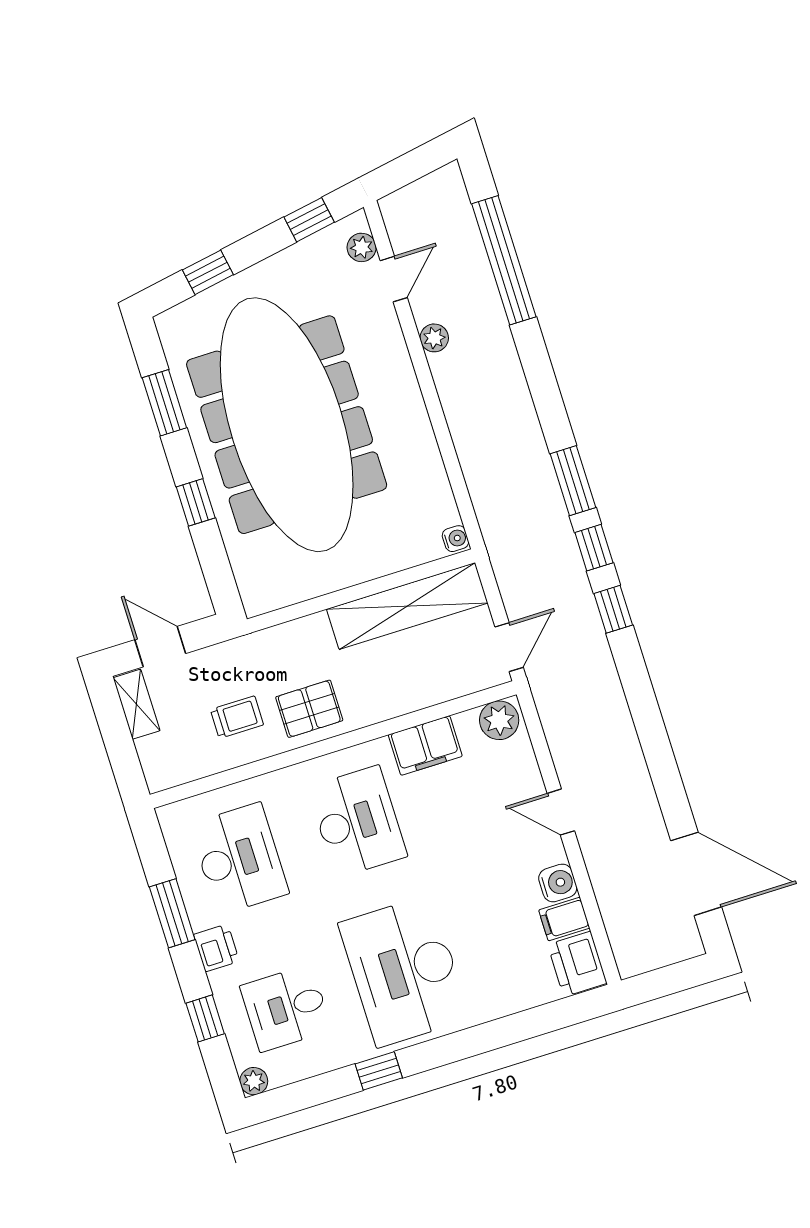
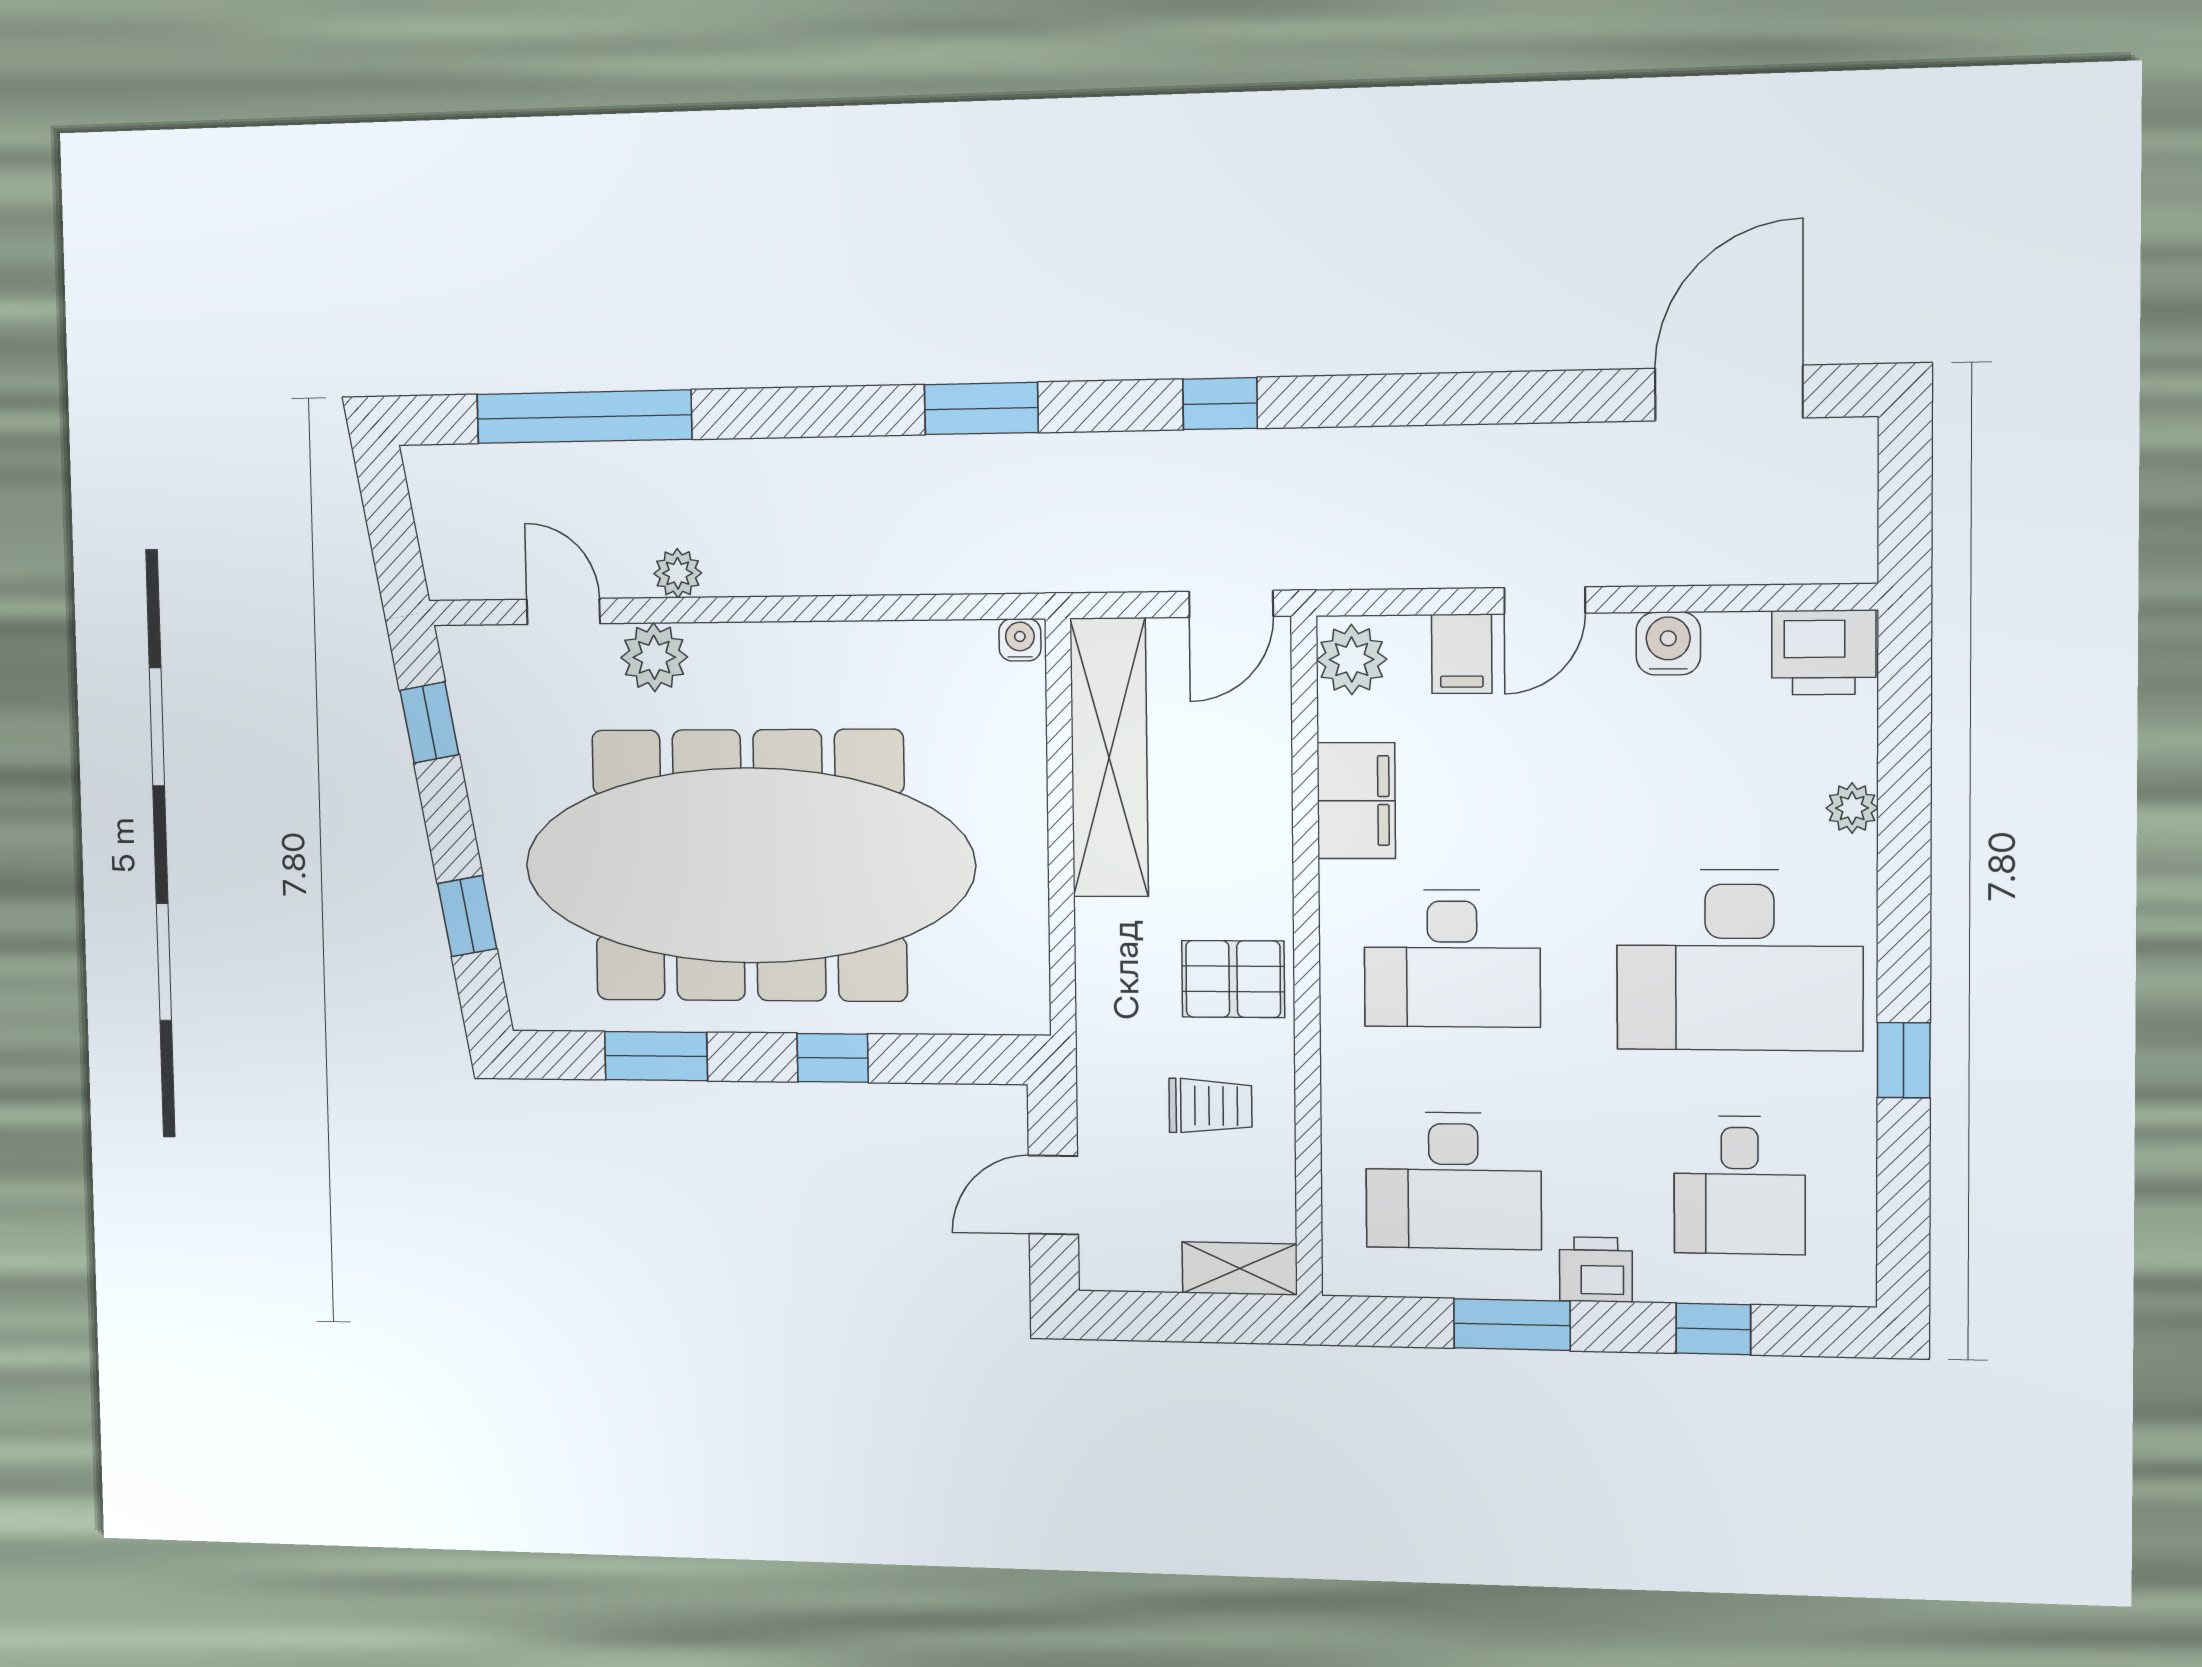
plant: (362, 247) -> (654, 657), moved, width x1.38, depth x1.38
window: (594, 548) -> (1105, 406), removed
door: (509, 647) -> (1231, 604), swing flipped
shelving: (137, 704) -> (1240, 1269), moved
pallet: (309, 709) -> (1233, 979), turned 90
trolley: (237, 717) -> (1210, 1106), turned 90
desk: (357, 822) -> (1452, 959), turned 180
desk: (239, 859) -> (1453, 1181), turned 180
filing cabinet: (564, 919) -> (1462, 654), moved
plant: (254, 1081) -> (1852, 808), moved

